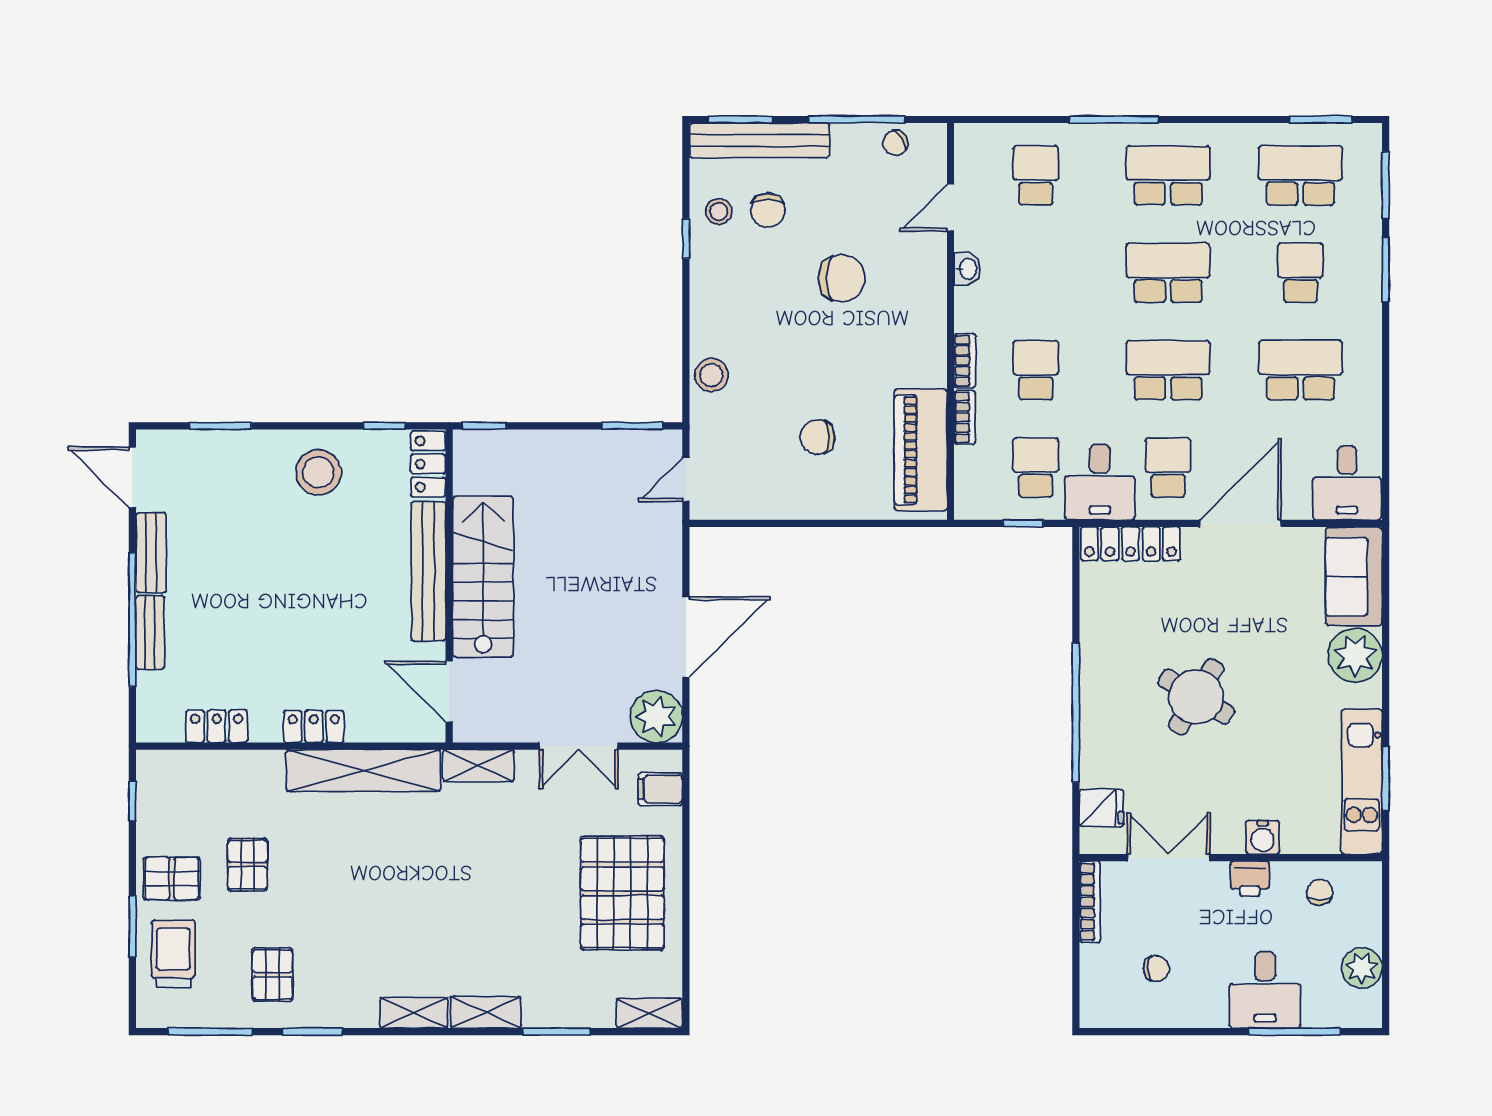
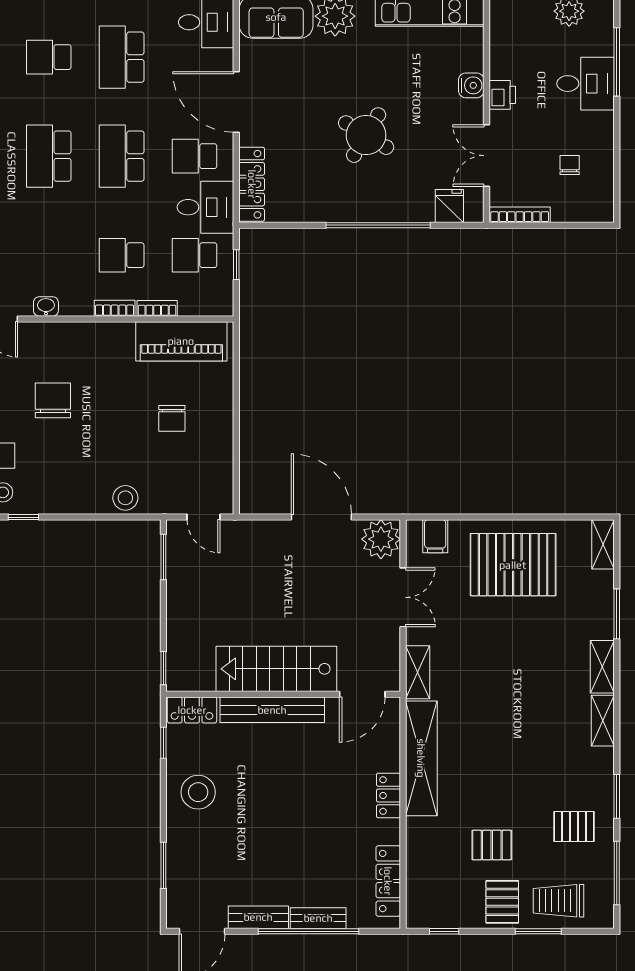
locker: (217, 726) -> (388, 881), width x1.53
chair: (1320, 892) -> (512, 43), removed

